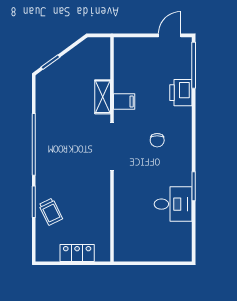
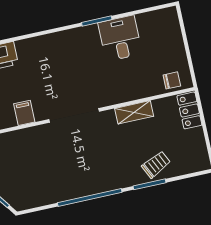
shelving: (103, 97) -> (134, 112), moved
chair: (157, 140) -> (172, 80), moved
locker: (77, 253) -> (189, 110), moved

